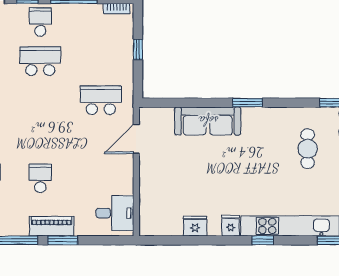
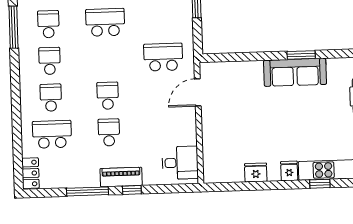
sofa: (208, 121) -> (295, 72), moved
school desk: (40, 139) -> (108, 96), added
window: (63, 240) -> (132, 190), width x0.67

